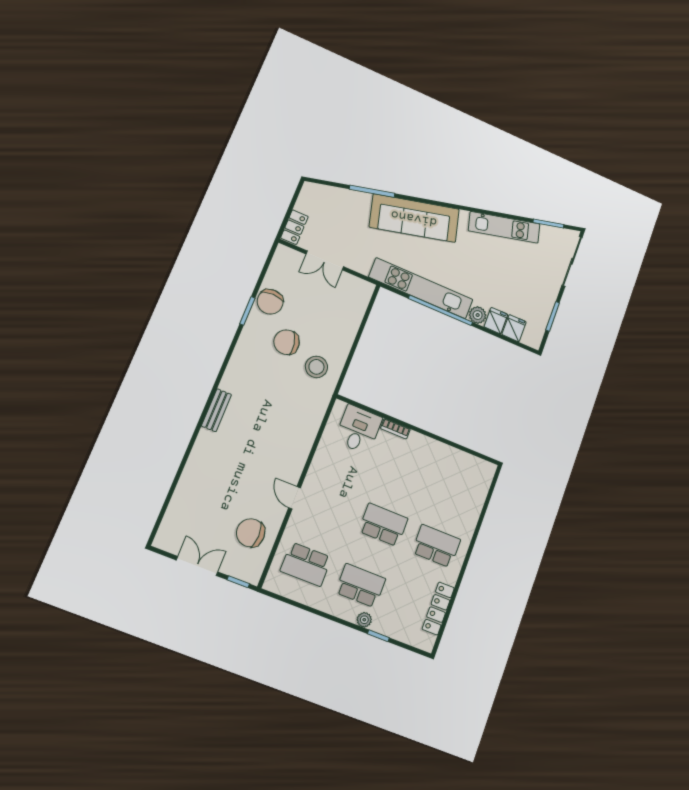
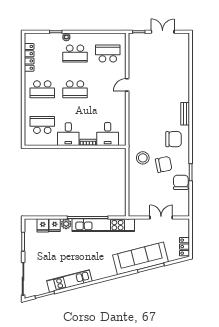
sofa: (414, 218) -> (141, 258), moved
locker: (294, 227) -> (184, 247), moved
desk: (422, 455) -> (68, 134), added
school desk: (458, 487) -> (42, 125), added
door: (295, 498) -> (127, 85), swing flipped
chair: (251, 533) -> (174, 139), moved
double door: (197, 566) -> (163, 32), swing flipped

